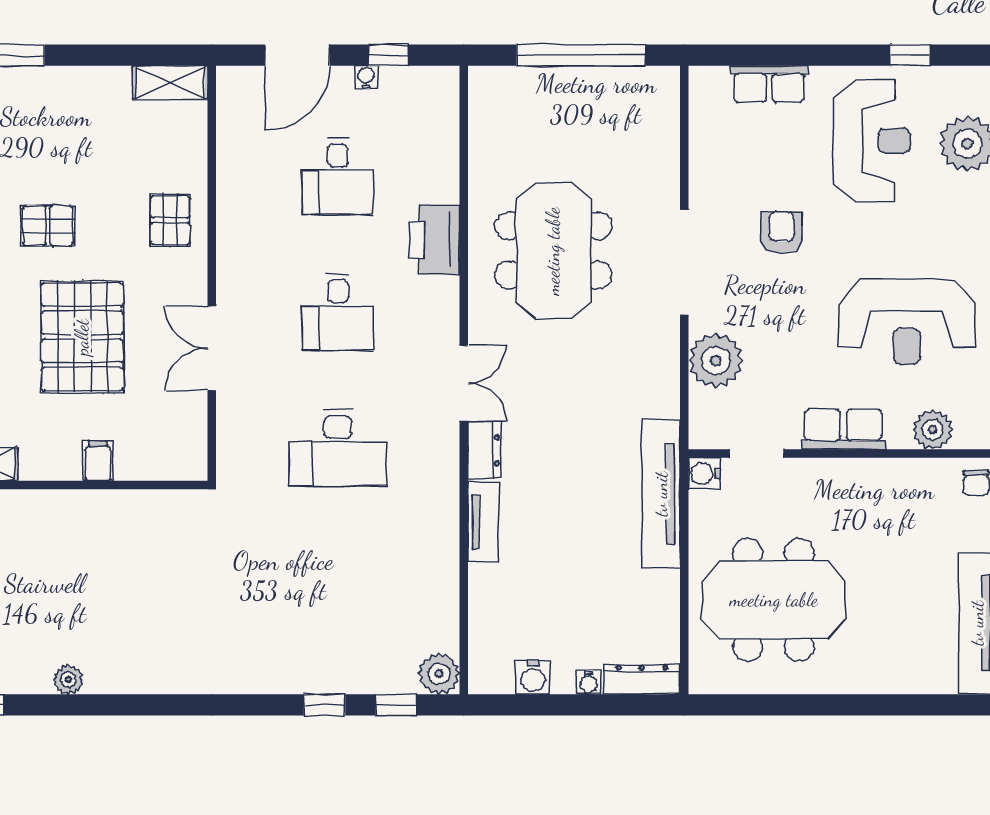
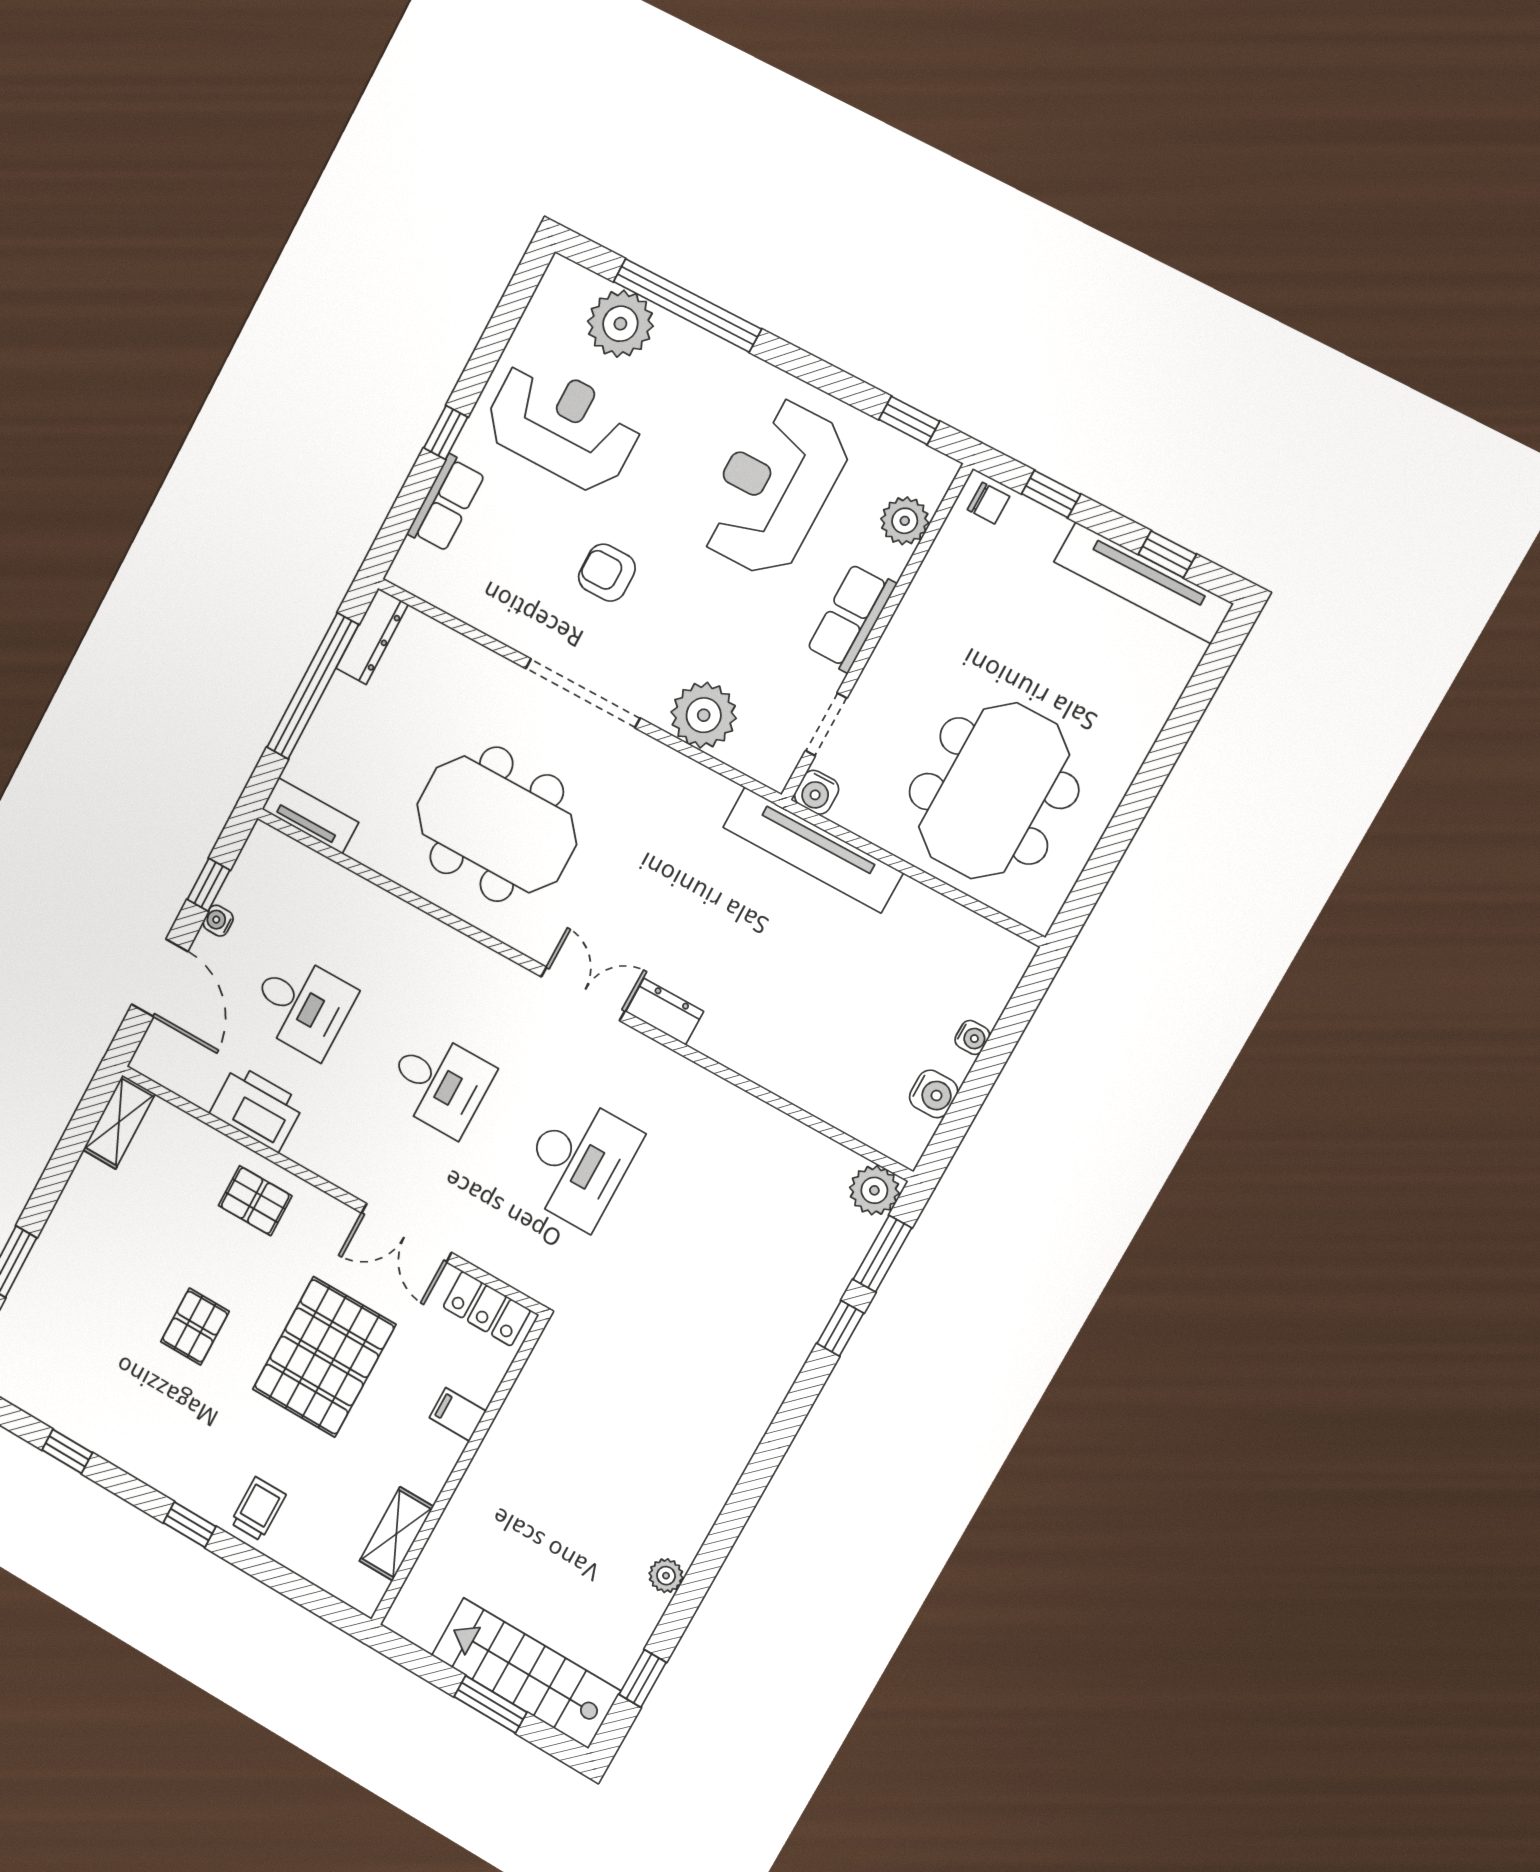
window: (910, 55) -> (446, 432), moved
printer: (435, 240) -> (257, 1108), moved, turned 180
reception desk: (907, 321) -> (773, 487), turned 180
pallet: (82, 337) -> (324, 1357), turned 90
locker: (190, 439) -> (487, 1309), added
tv unit: (483, 522) -> (310, 816), moved
dresser: (642, 679) -> (372, 636), moved, turned 180
window: (396, 705) -> (882, 1254), width x1.50

